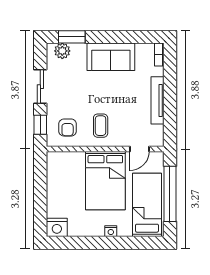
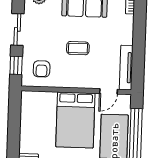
tv unit: (157, 100) -> (126, 68), moved
coffee table: (101, 126) -> (78, 48), moved, turned 90

